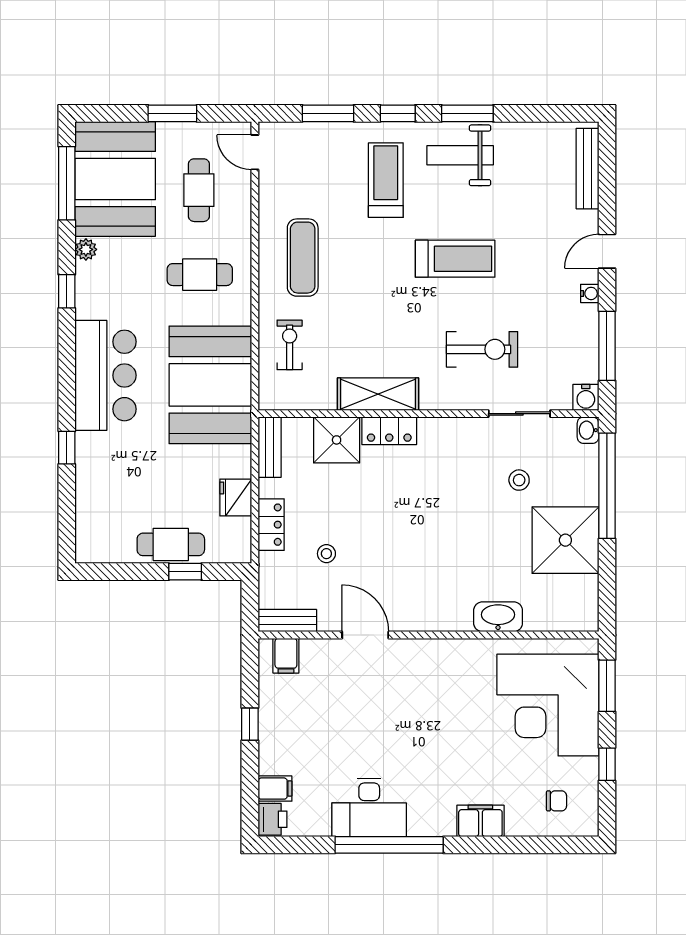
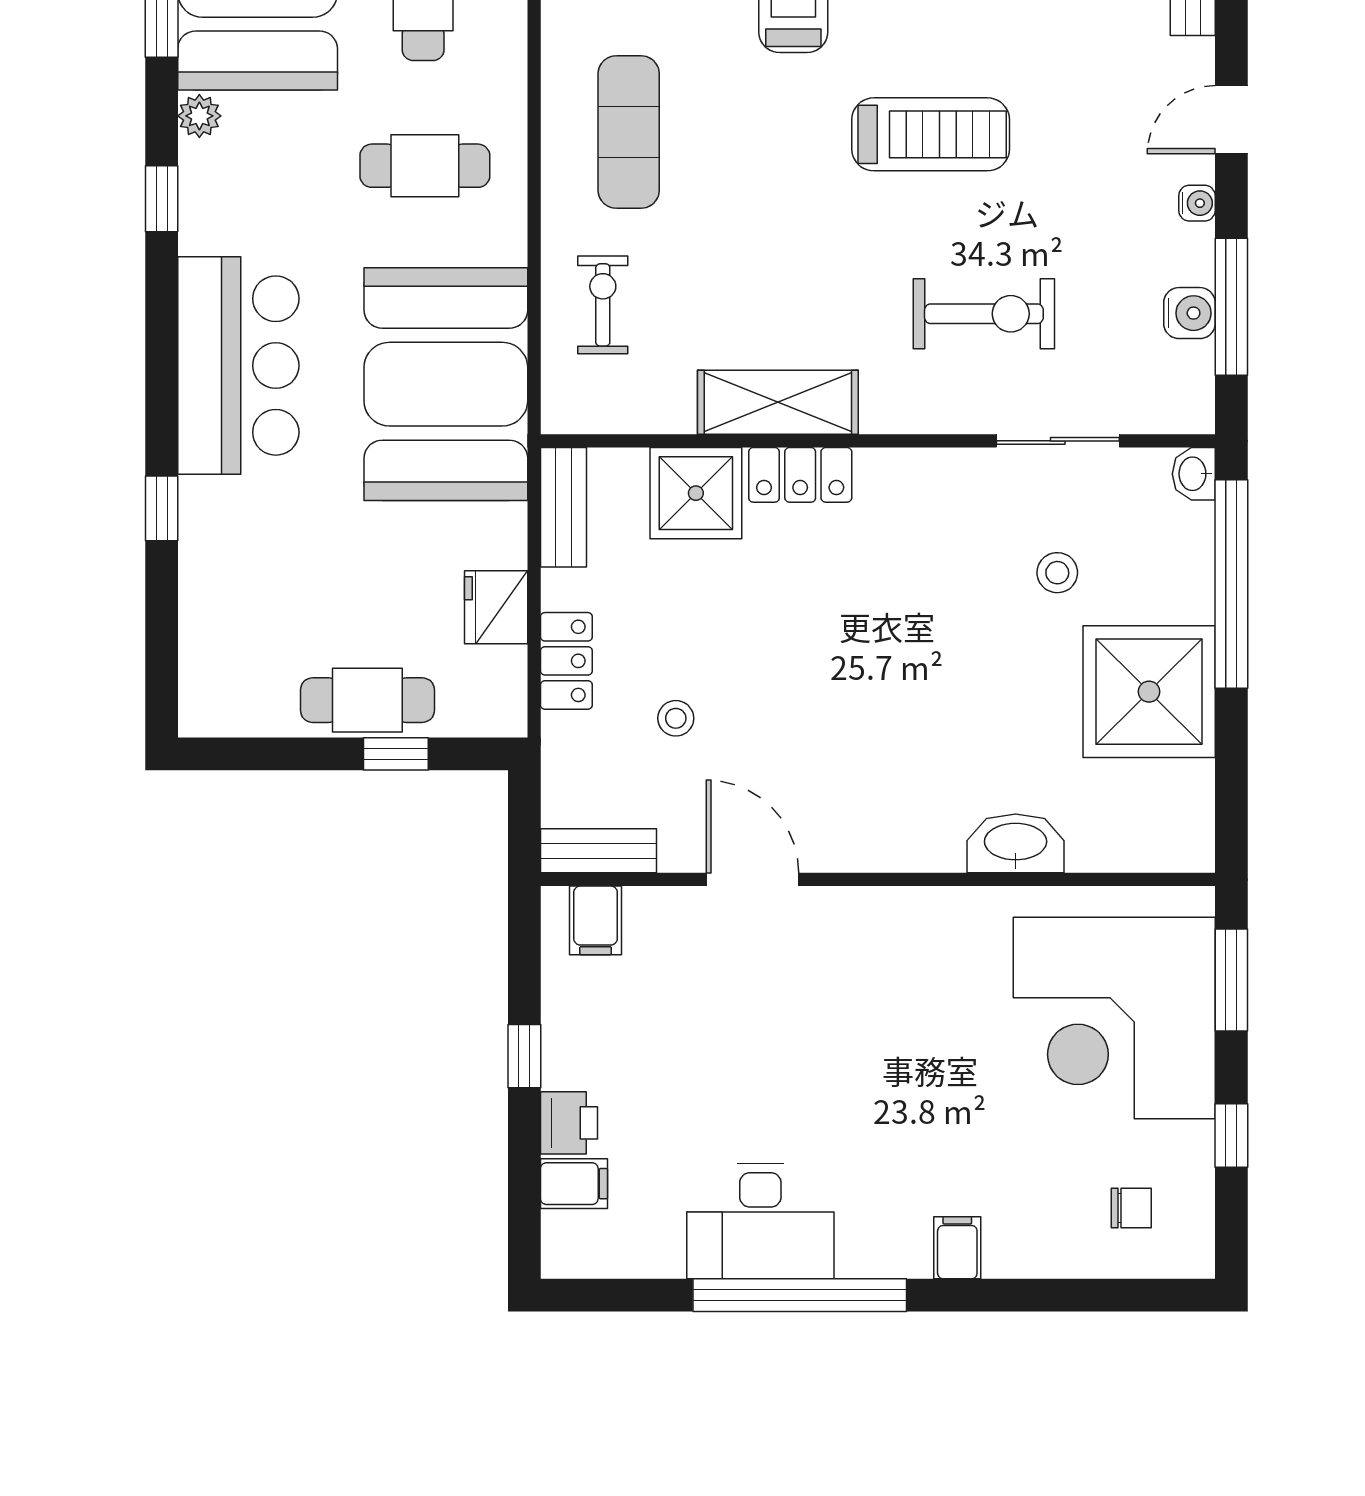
water cooler: (586, 397) -> (1189, 313), moved, turned -90
printer: (273, 819) -> (569, 1123), moved
filing cabinet: (480, 821) -> (957, 1248), width x0.50

